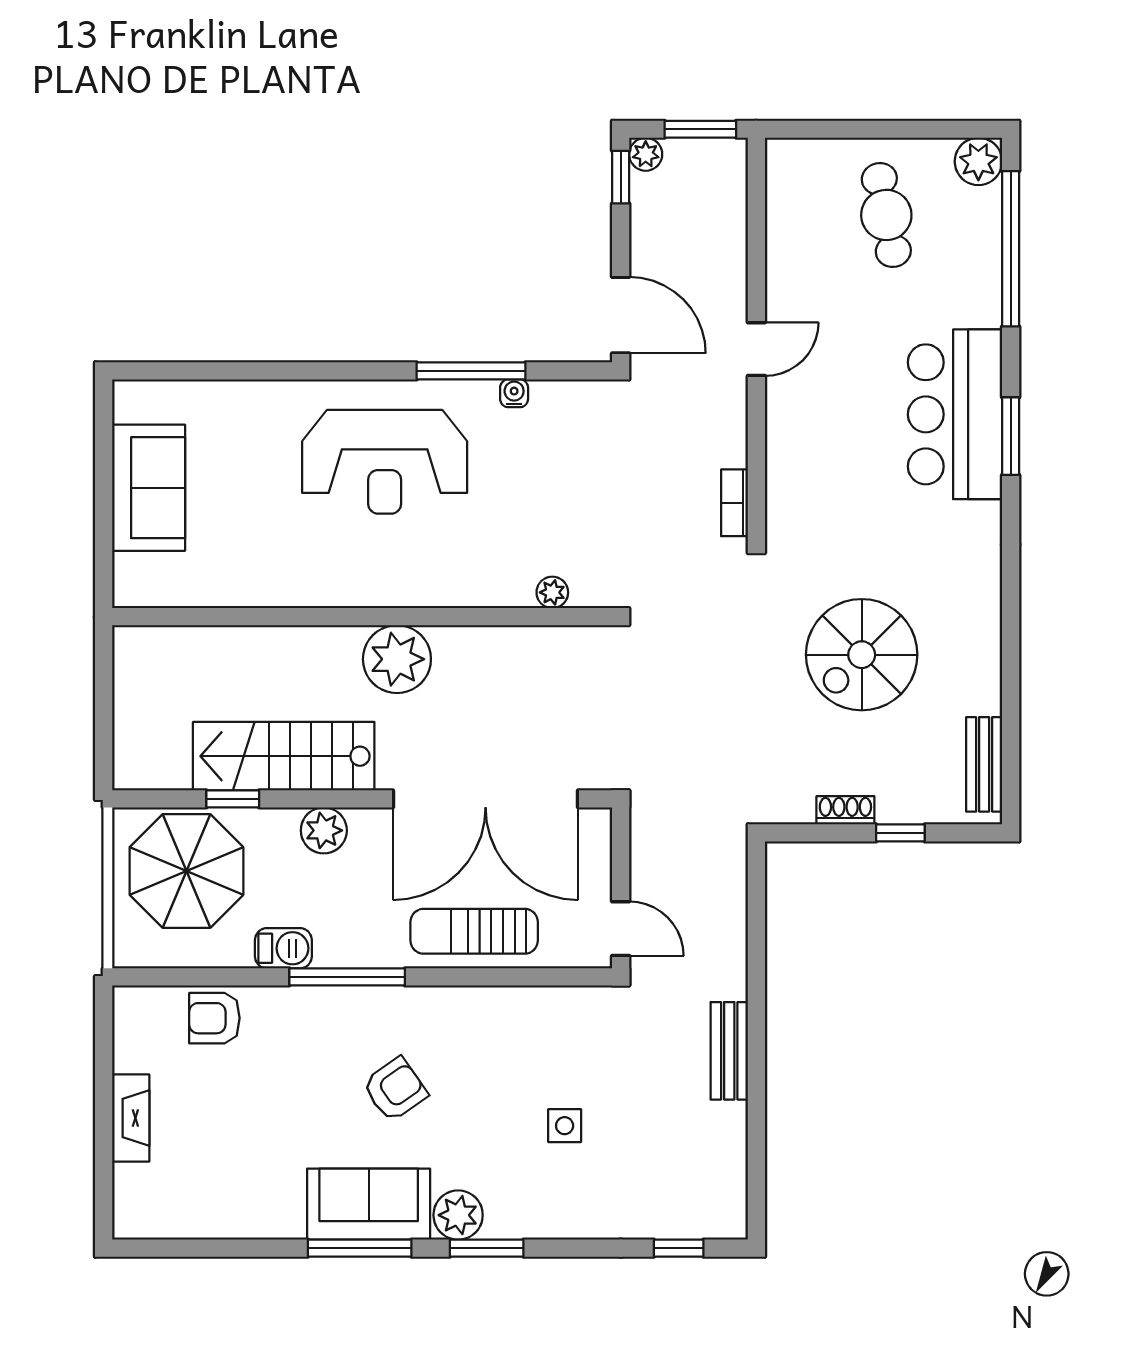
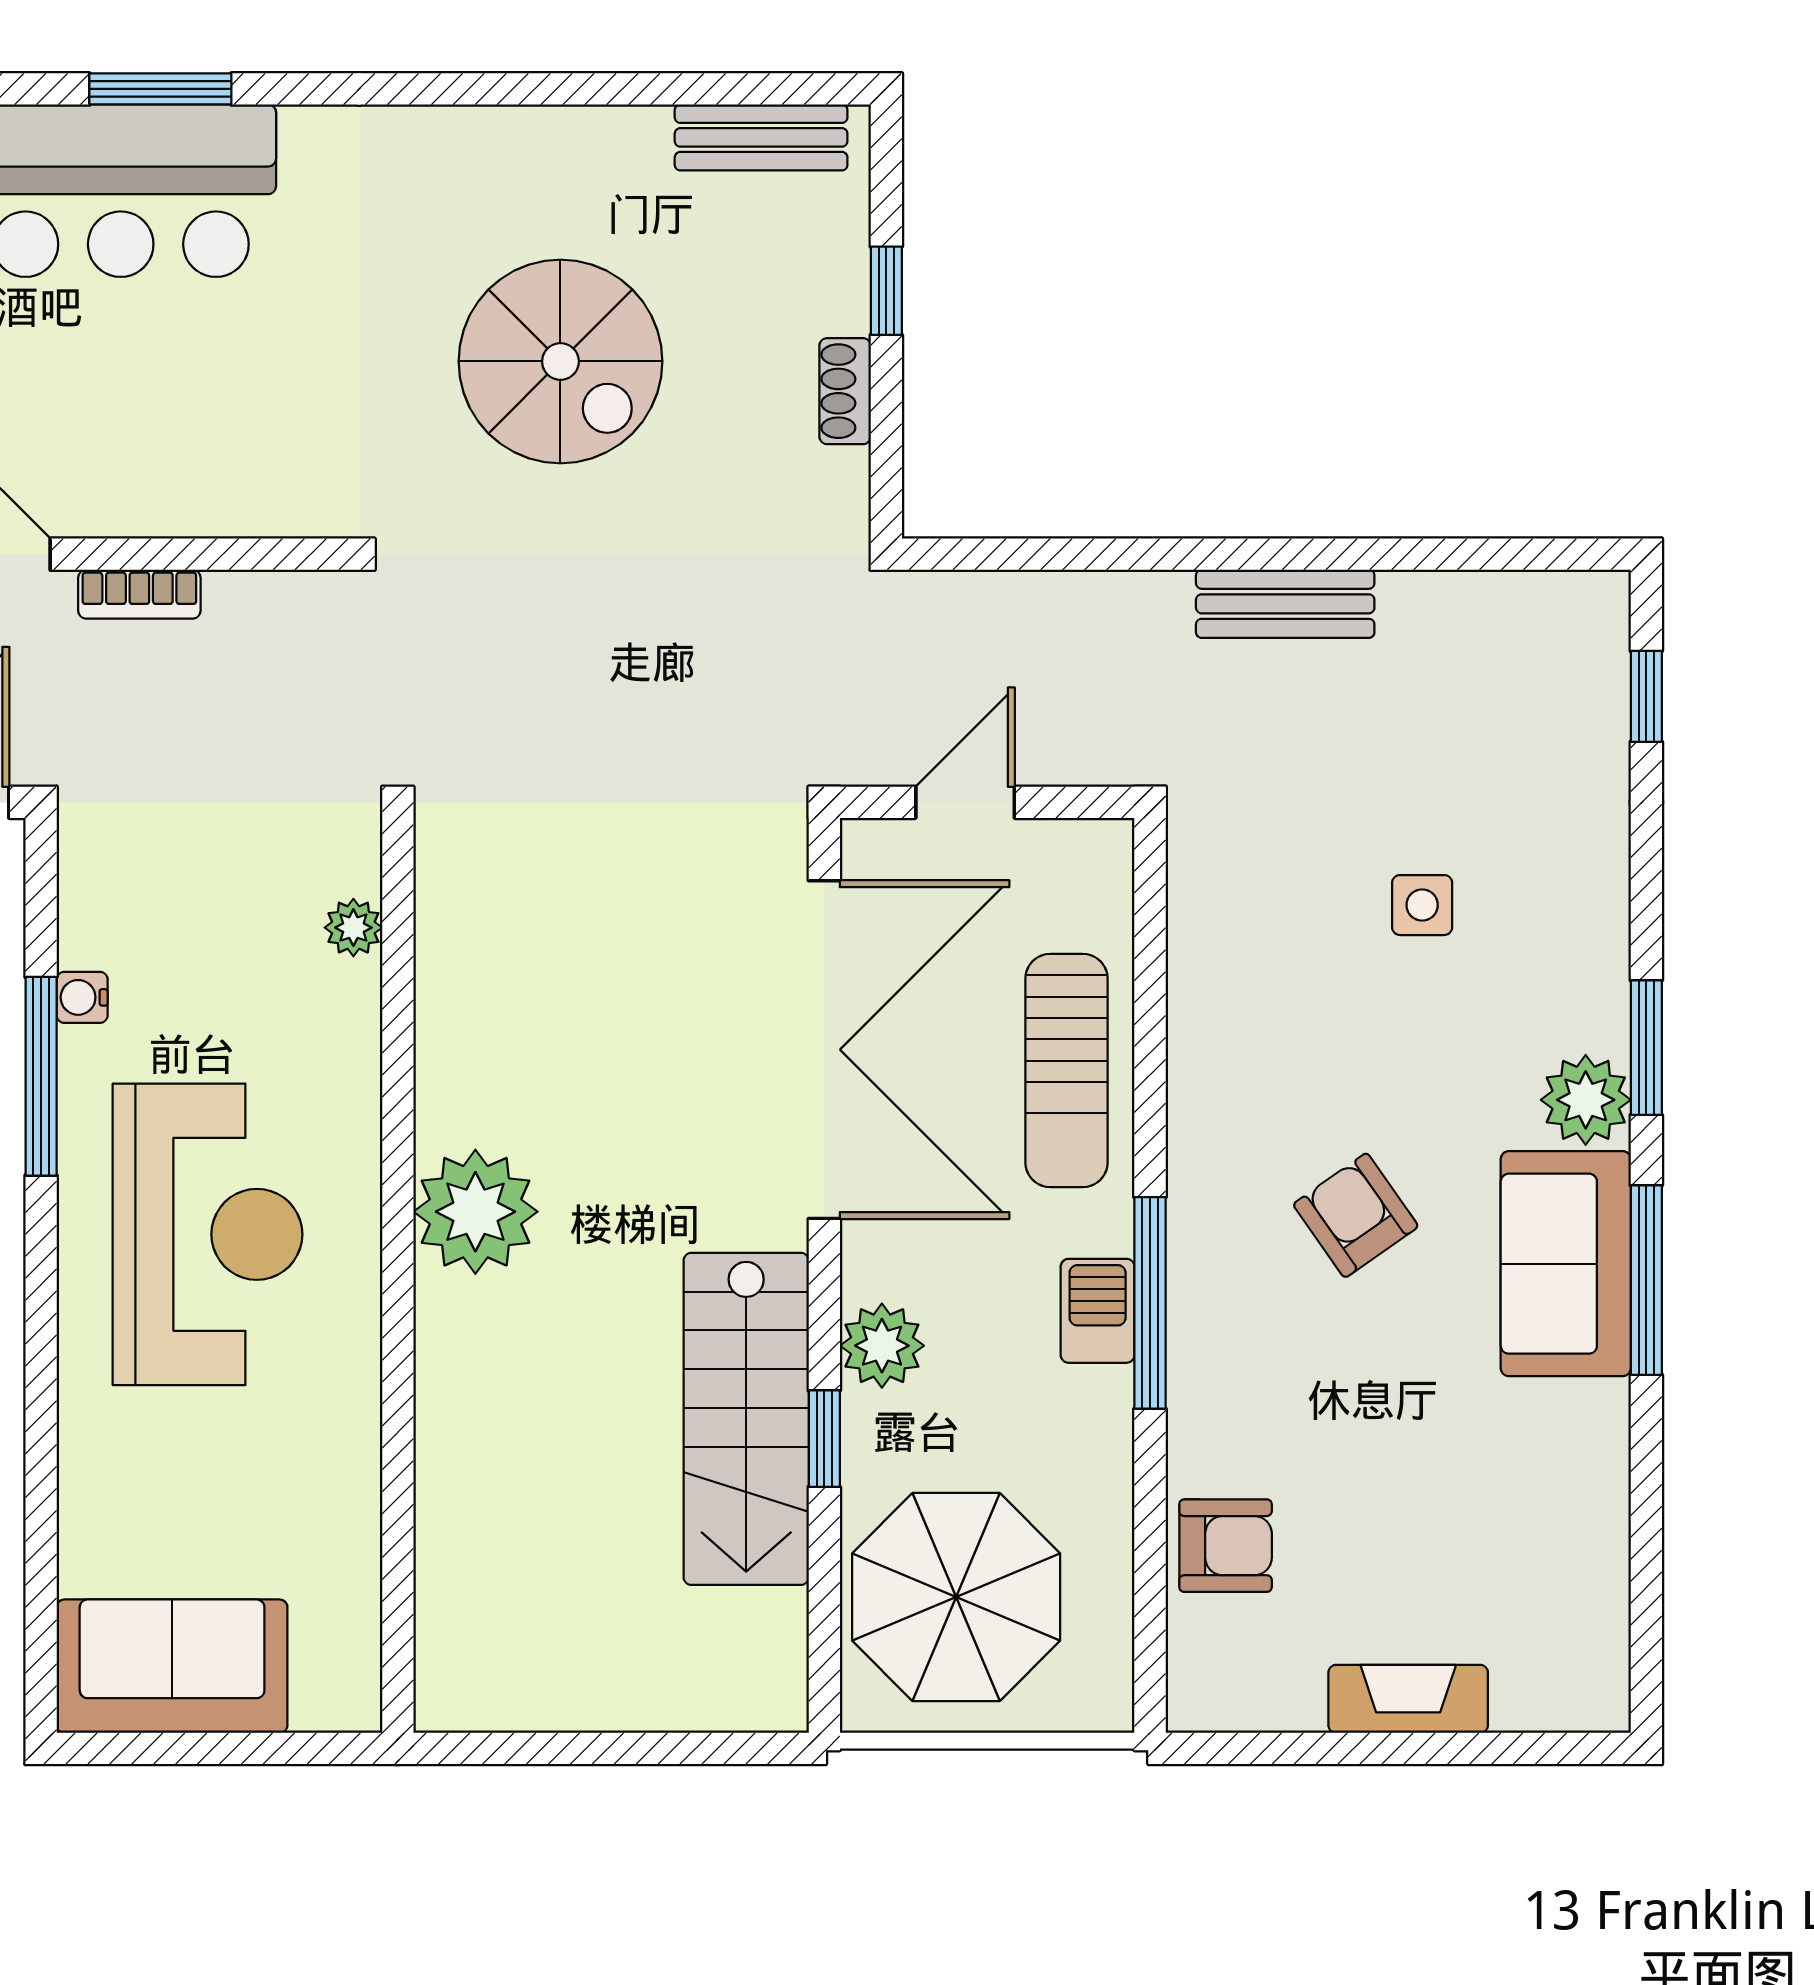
sofa: (149, 488) -> (172, 1666), moved
bookcase: (734, 503) -> (139, 594), moved
plant: (552, 592) -> (353, 928), moved
wall: (362, 617) -> (398, 1275), moved
plant: (397, 659) -> (475, 1212), moved
window: (233, 799) -> (824, 1439), moved
door: (621, 929) -> (965, 802), moved
barbecue: (283, 948) -> (1098, 1311), moved
armchair: (214, 1018) -> (1226, 1546), turned -90

